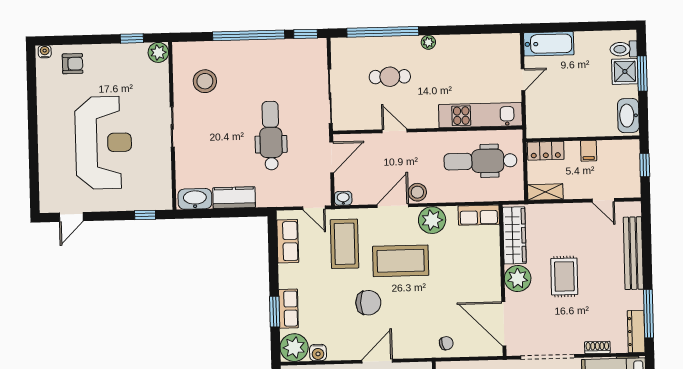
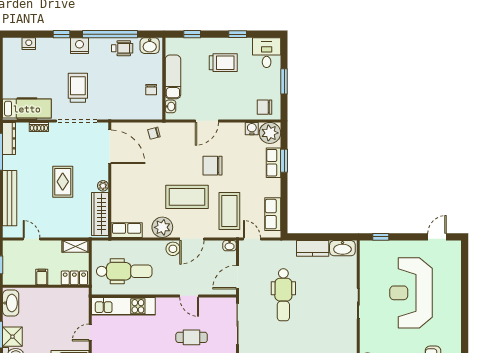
stool: (205, 81) -> (333, 338), removed
plant: (518, 278) -> (103, 186), width x0.53, depth x0.53

